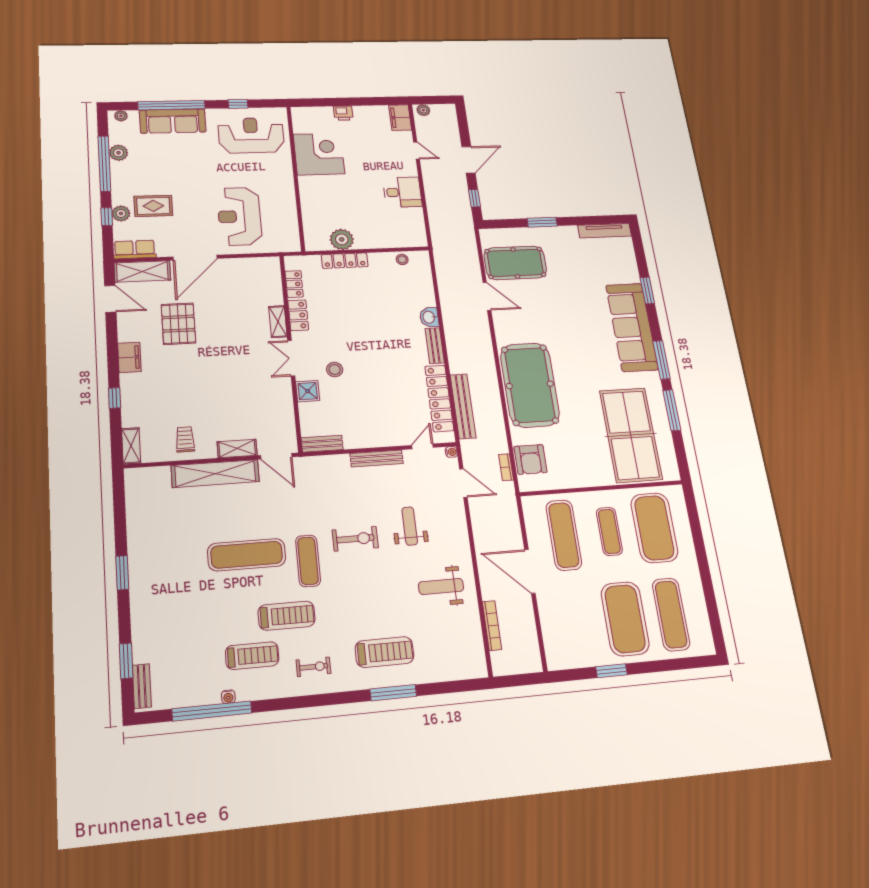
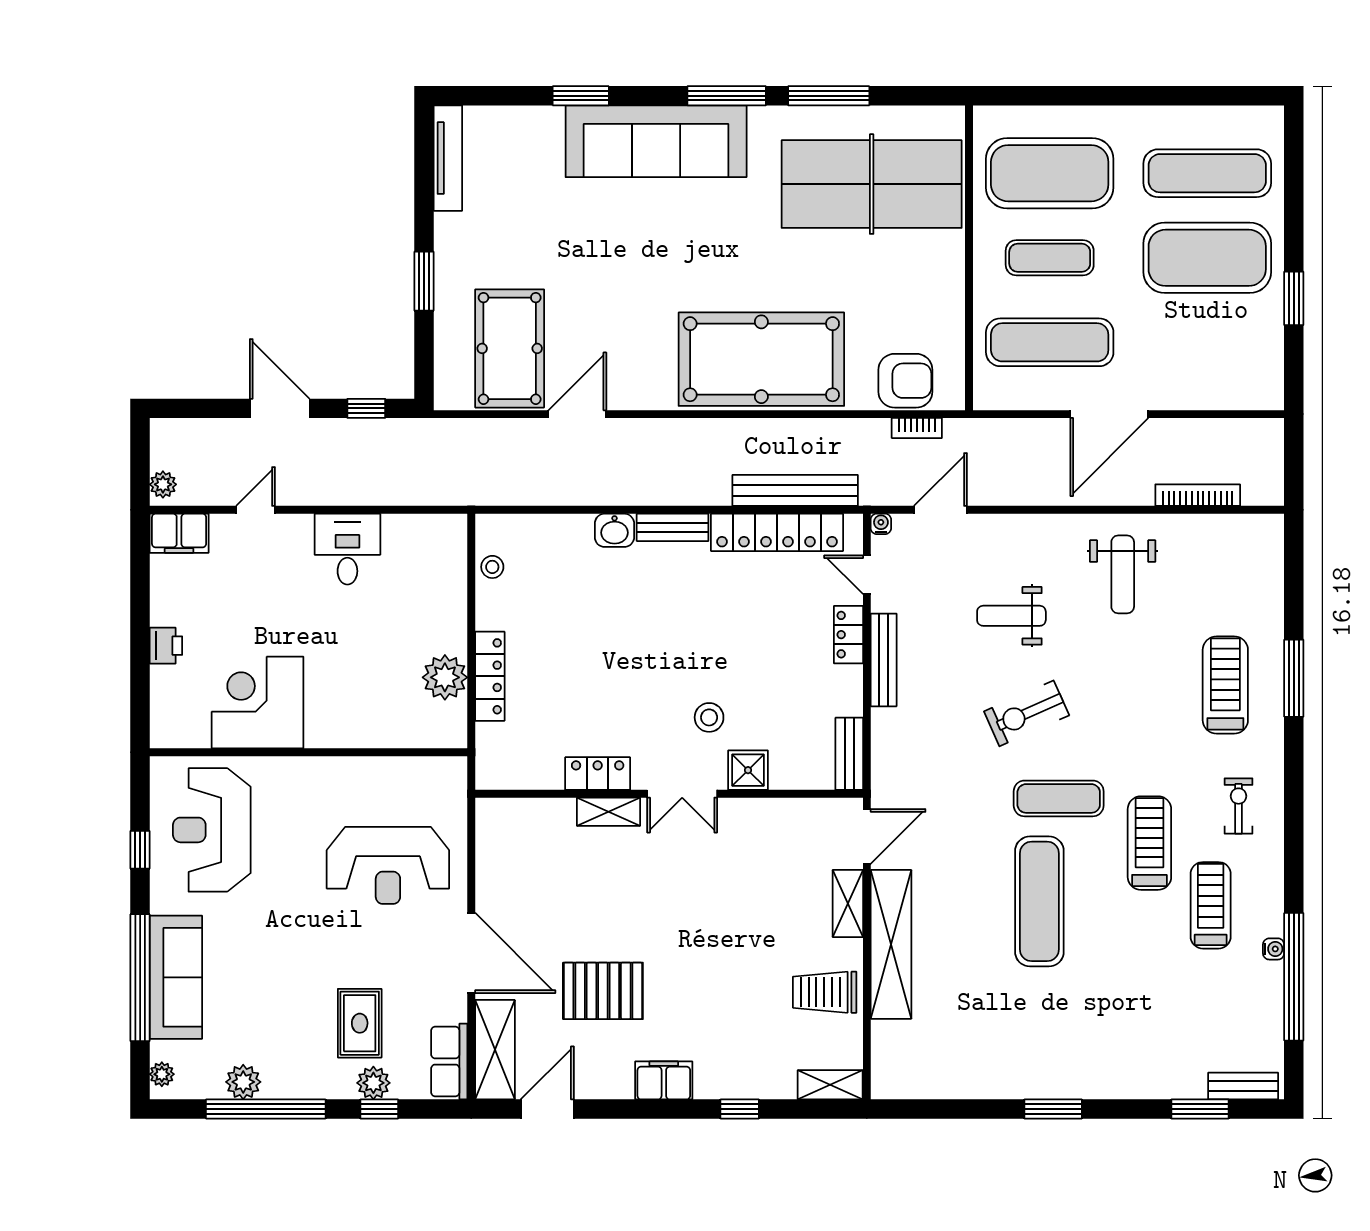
locker: (294, 284) -> (848, 635), moved, turned -90
trolley: (185, 439) -> (825, 992), width x1.36, depth x1.39
exercise bike: (355, 539) -> (1027, 713), turned -114

